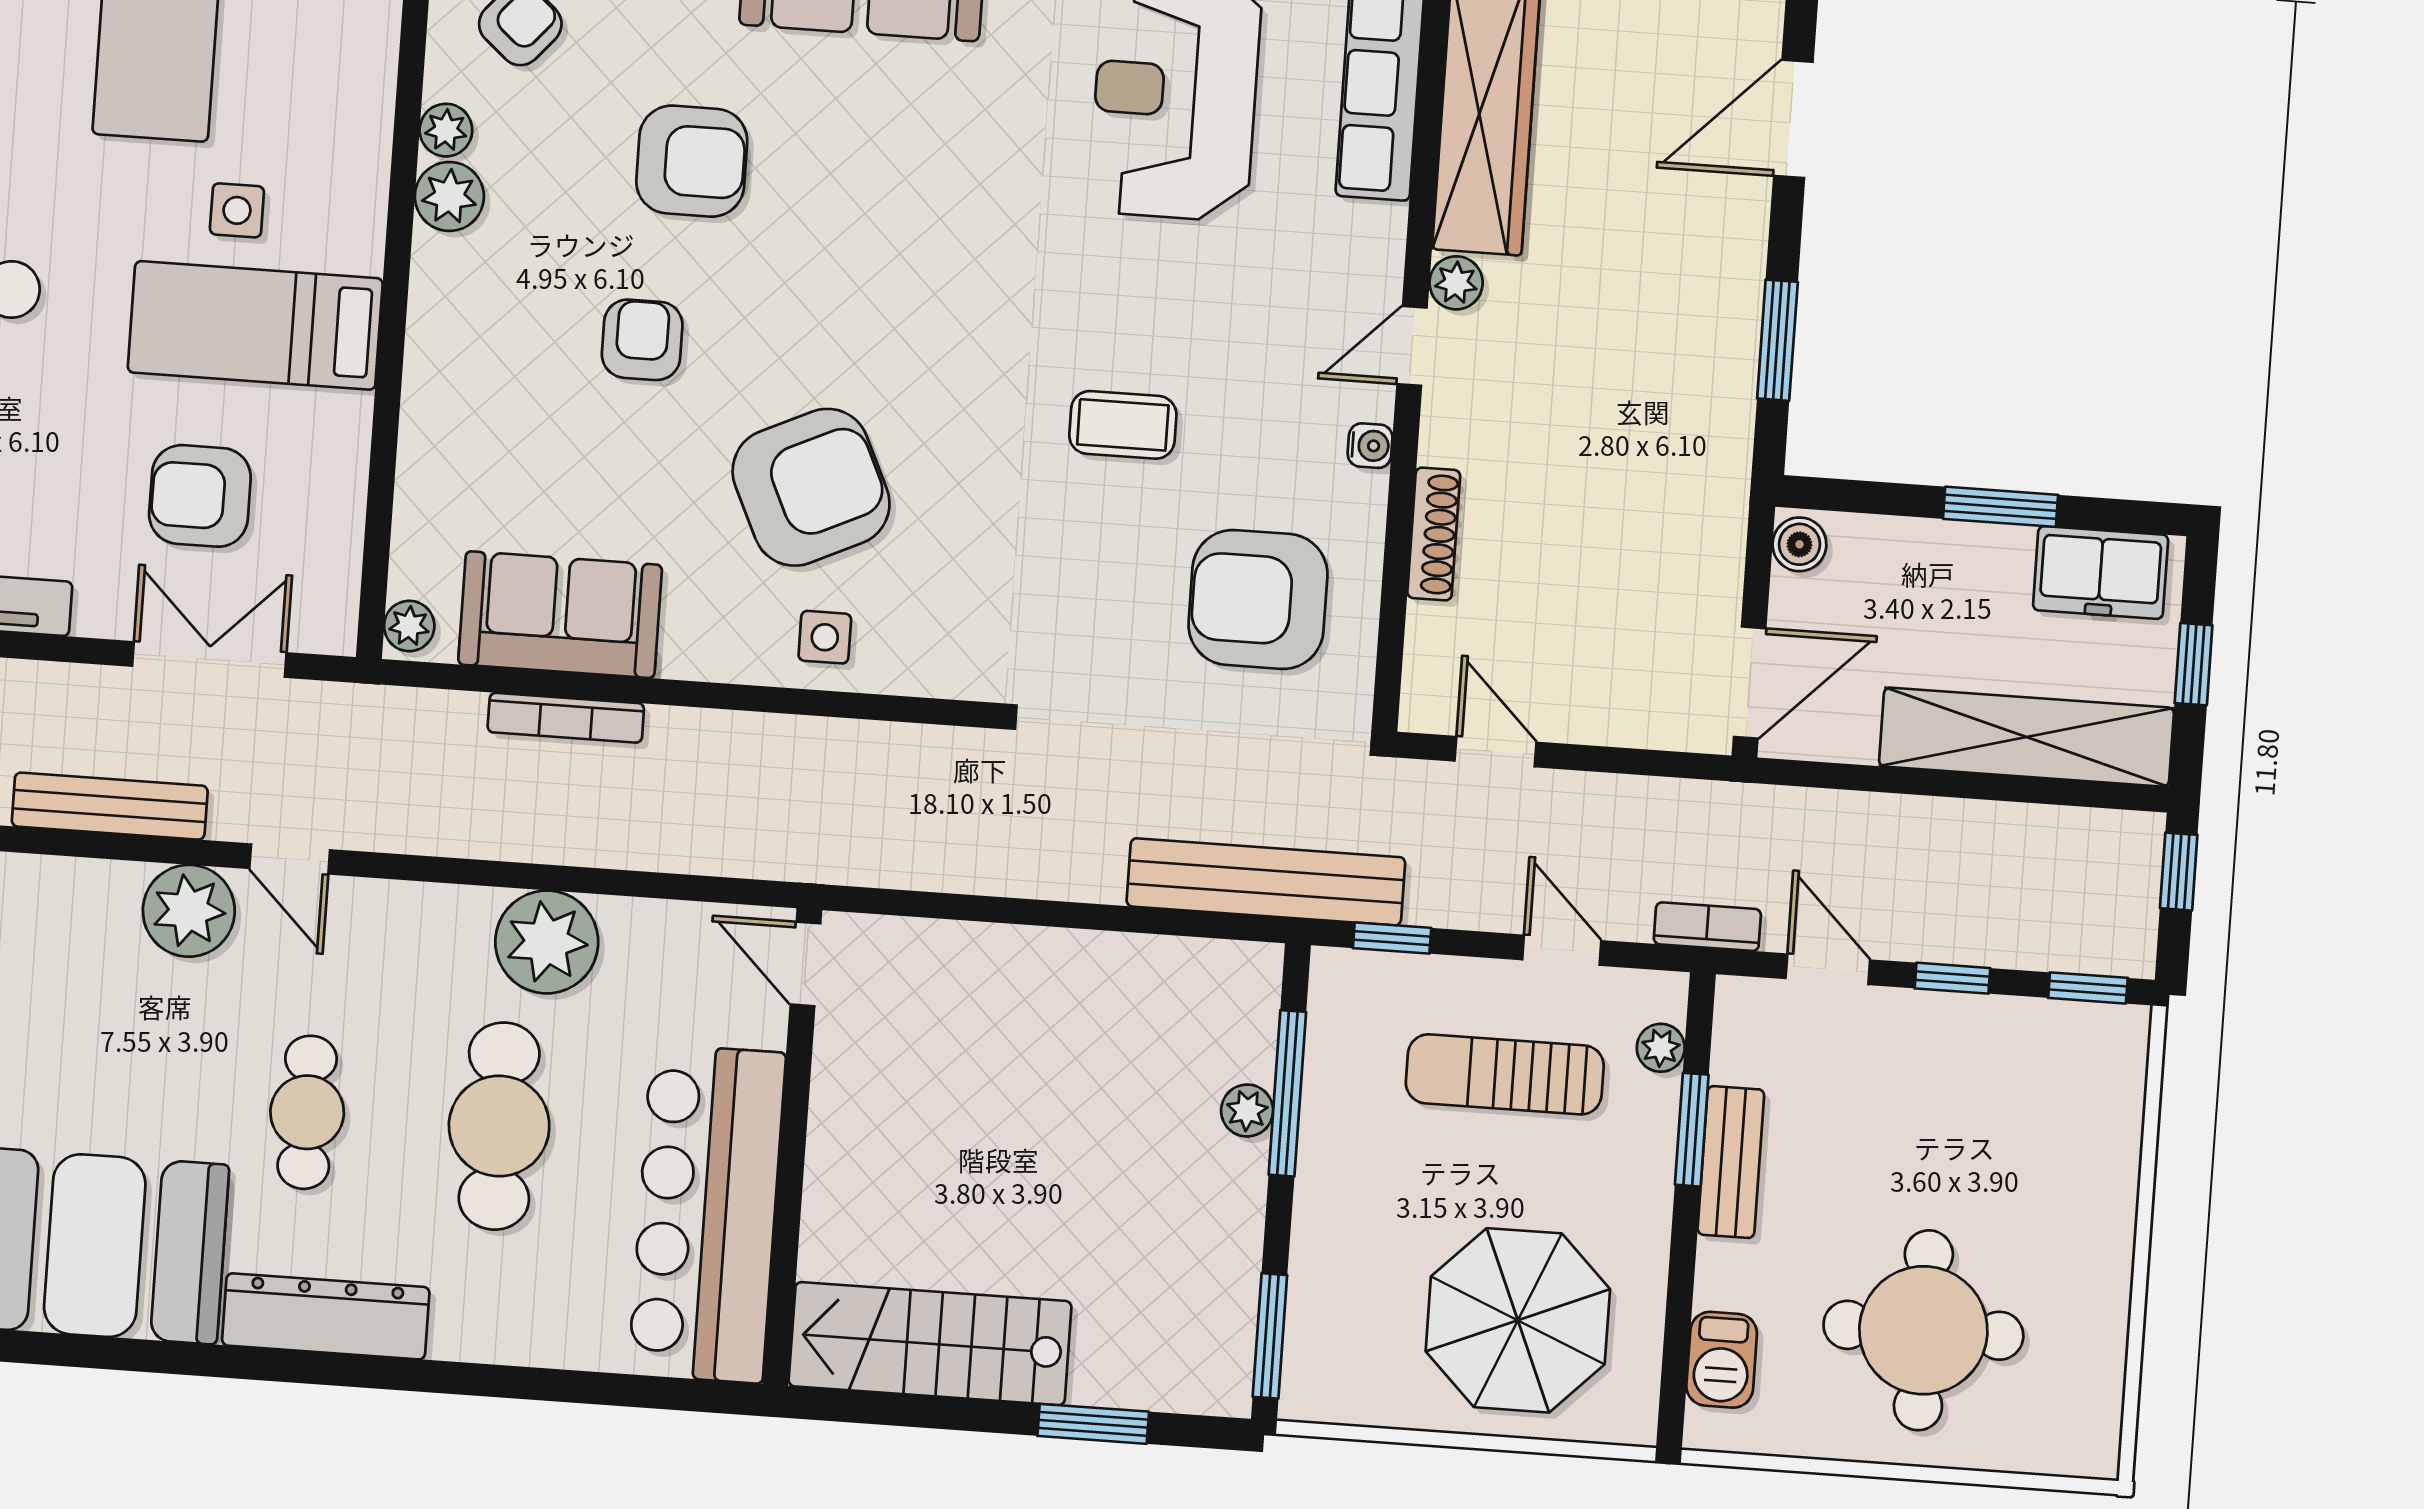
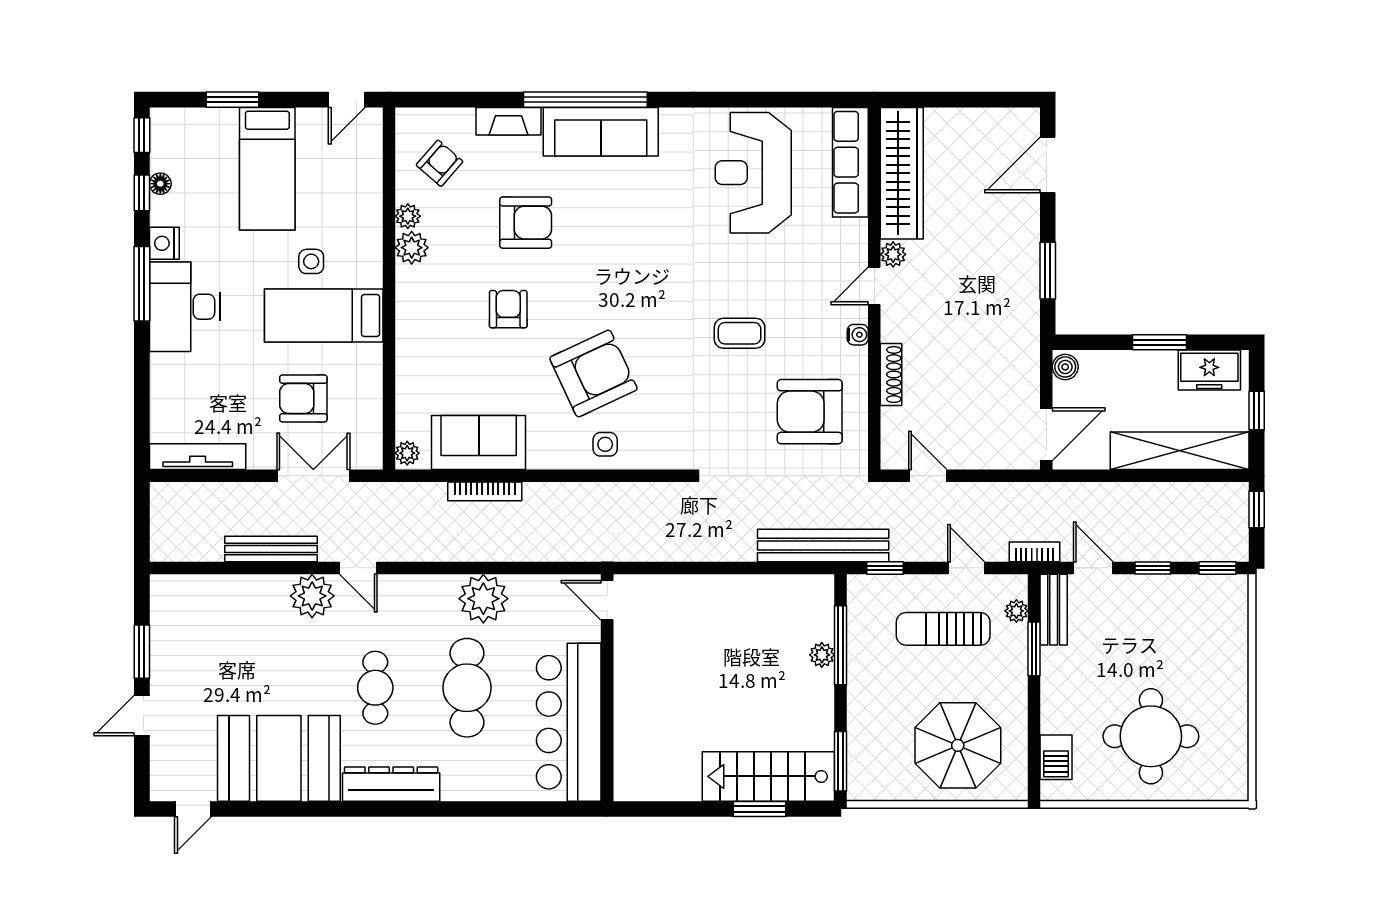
bench: (1731, 1162) -> (1054, 610), moved
stairs: (930, 1344) -> (768, 776), moved

